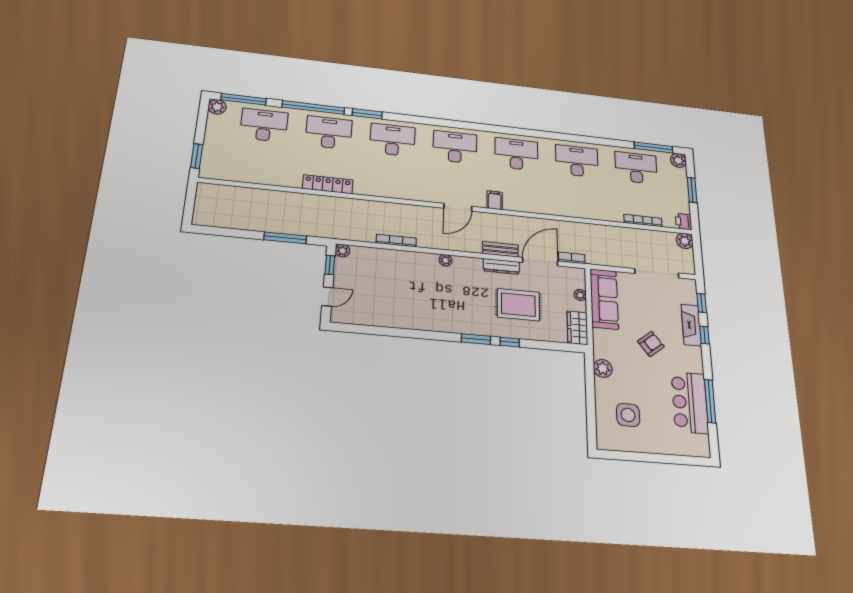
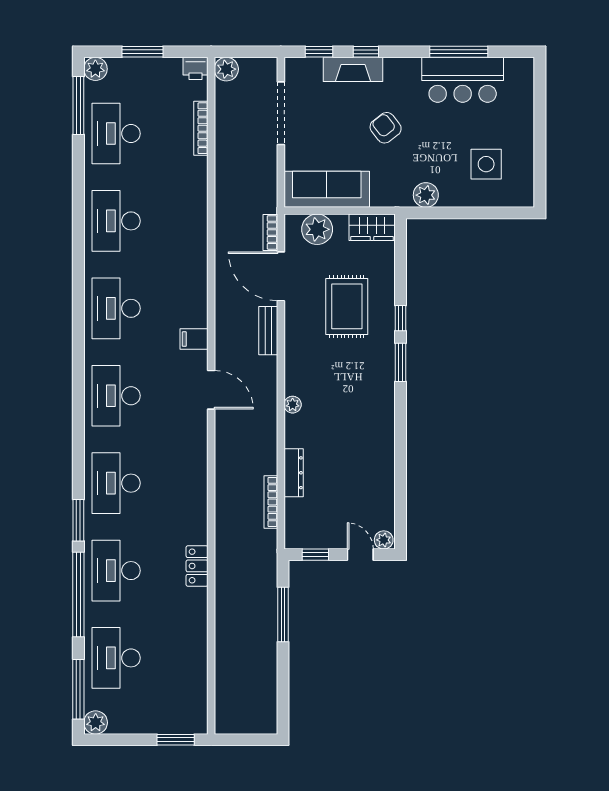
locker: (328, 184) -> (197, 566), width x0.66
bookcase: (396, 241) -> (271, 502), moved
plant: (342, 251) -> (384, 540), moved
dresser: (501, 266) -> (294, 473), moved
plant: (580, 295) -> (317, 229), width x1.87, depth x1.87

